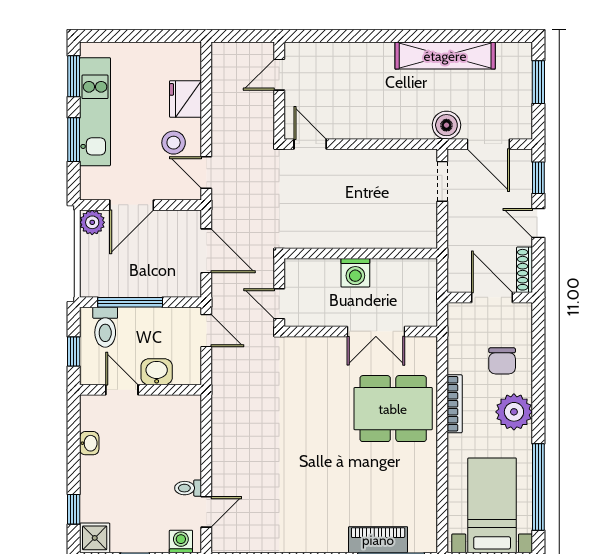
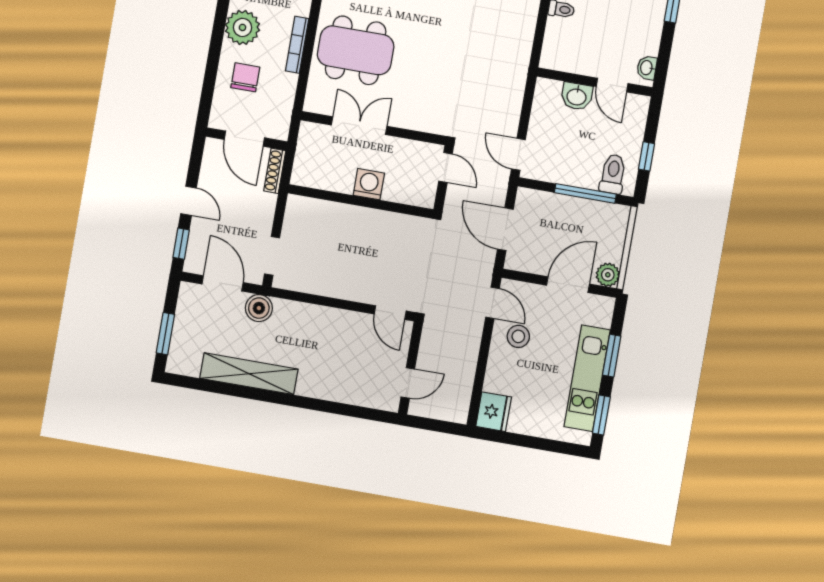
fridge: (186, 99) -> (494, 412), moved
shoe rack: (524, 270) -> (275, 171), moved, turned 180
washbasin: (157, 372) -> (577, 96), moved
door: (122, 390) -> (612, 85), moved
wall: (141, 390) -> (595, 82), moved

